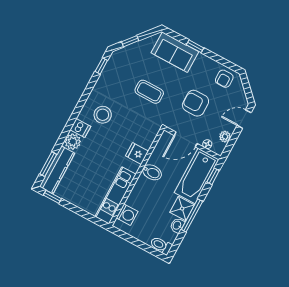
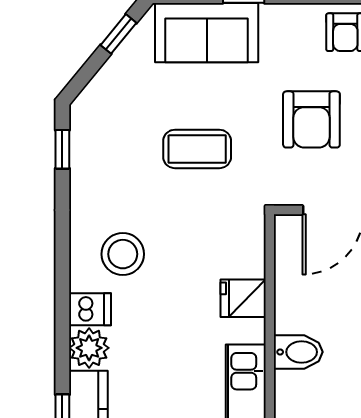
window: (130, 41) -> (118, 34), moved
armchair: (195, 103) -> (311, 119), turned -90
bidet: (152, 172) -> (298, 352), moved

